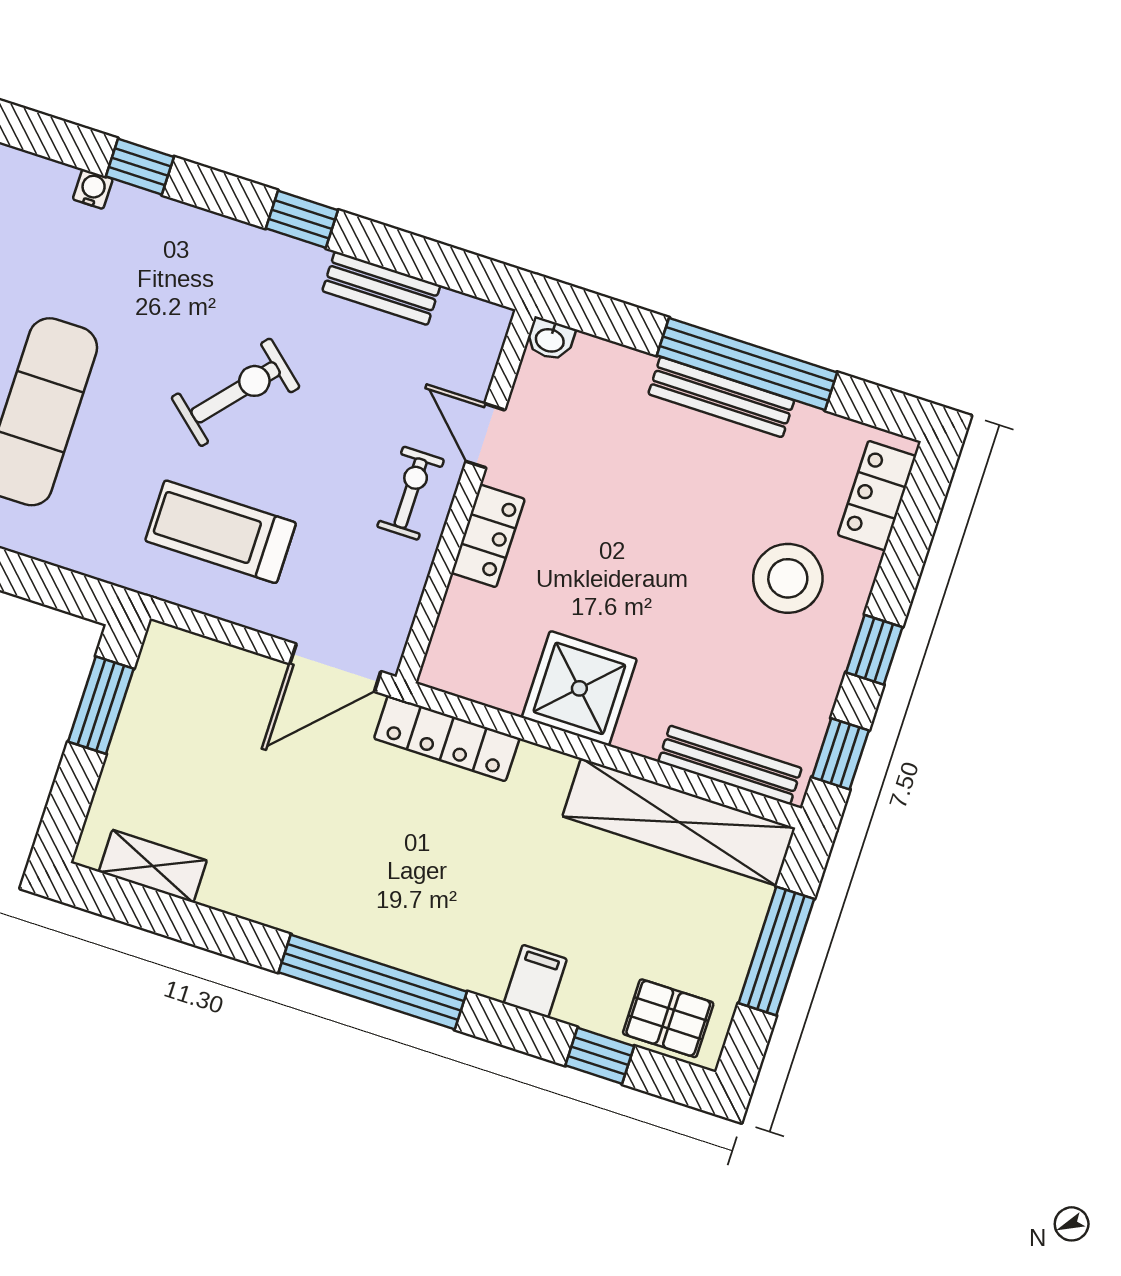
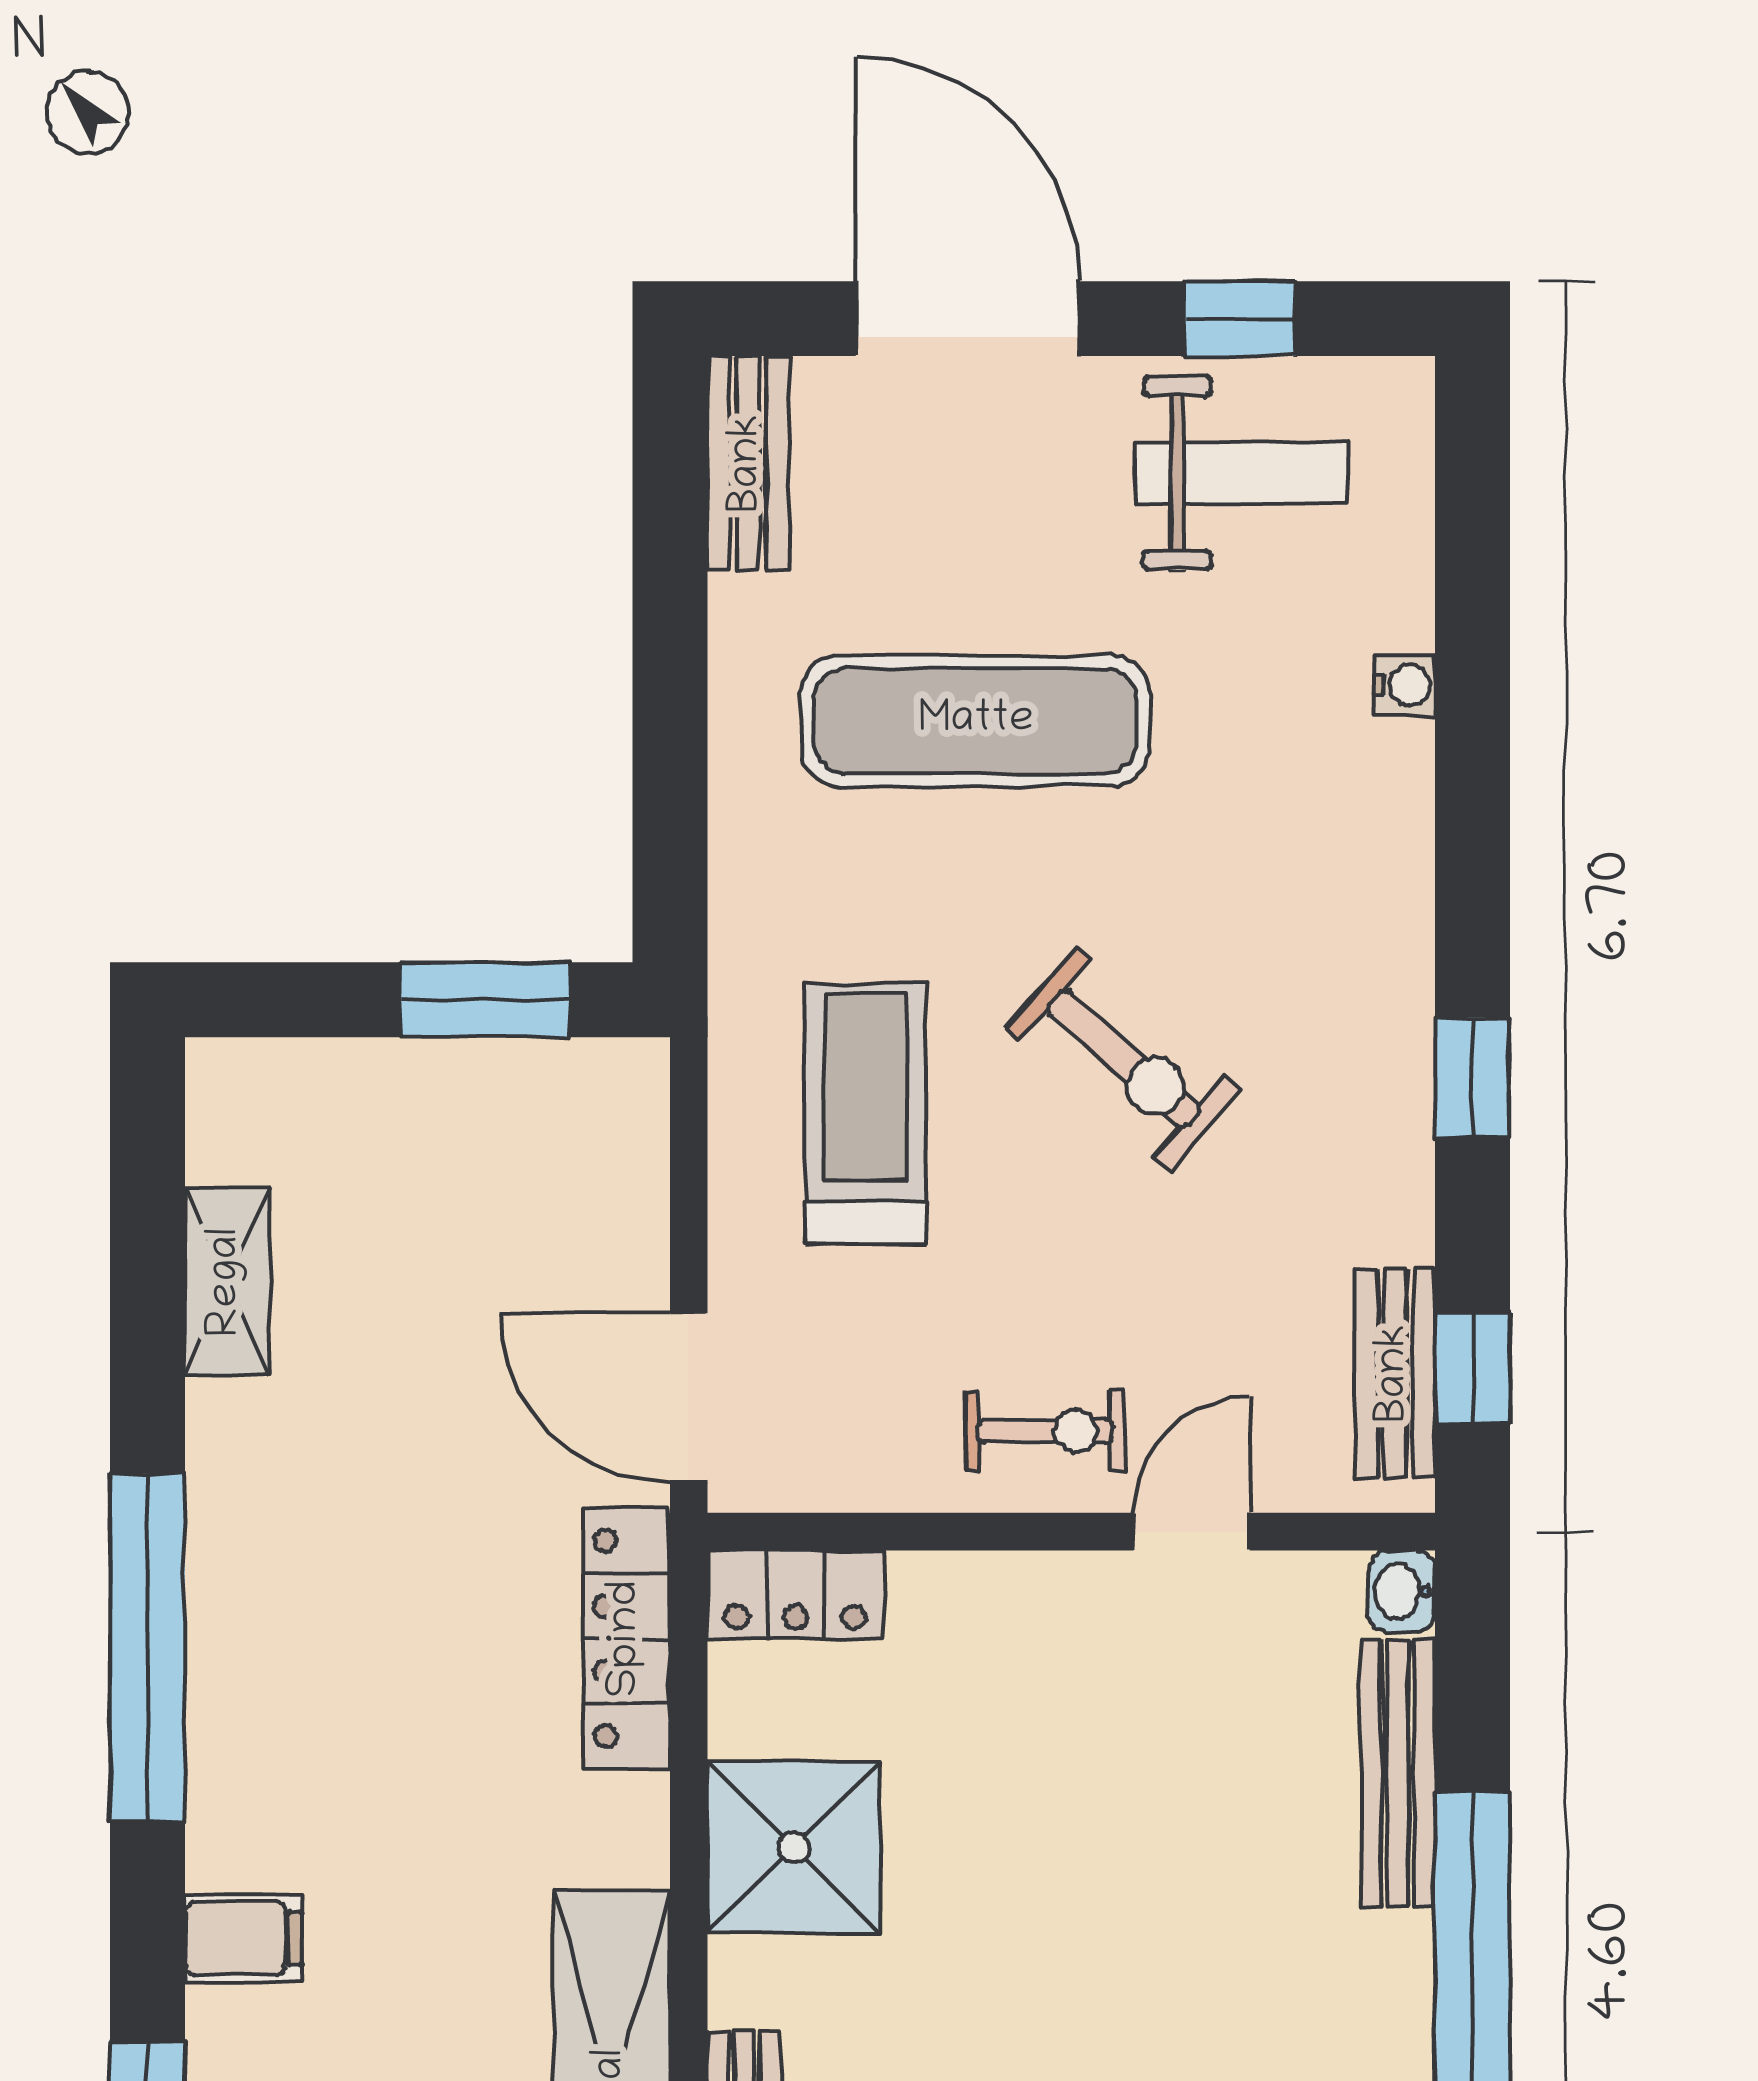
window: (140, 167) -> (1472, 1368), moved
bench: (381, 288) -> (1395, 1373), moved
bench: (721, 397) -> (1398, 1773), moved
locker: (488, 536) -> (795, 1595), moved
shelving: (153, 866) -> (227, 1282), moved

